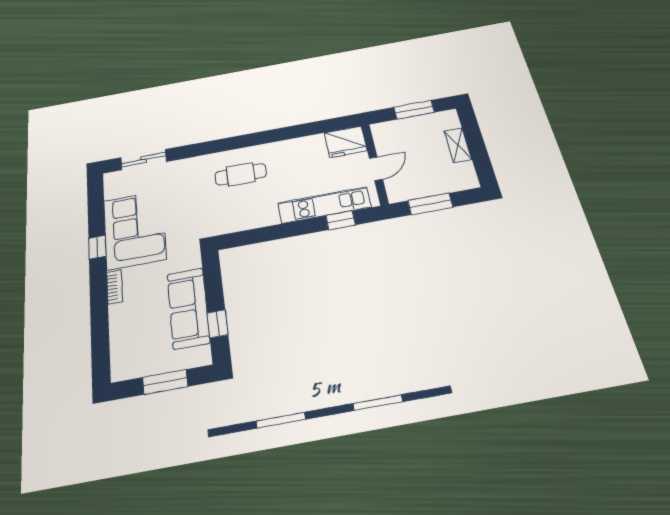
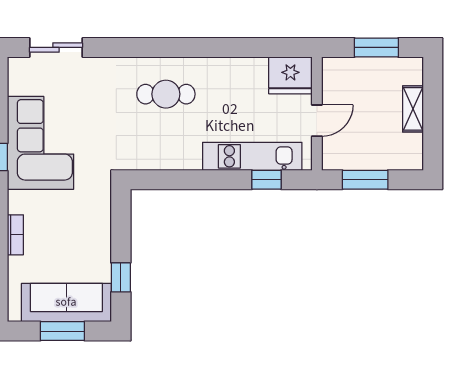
bookcase: (115, 287) -> (15, 235), moved
sofa: (188, 308) -> (66, 302), moved, turned 90

